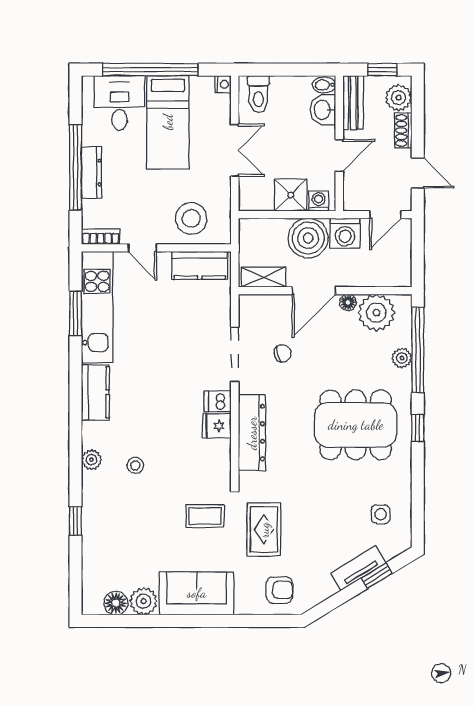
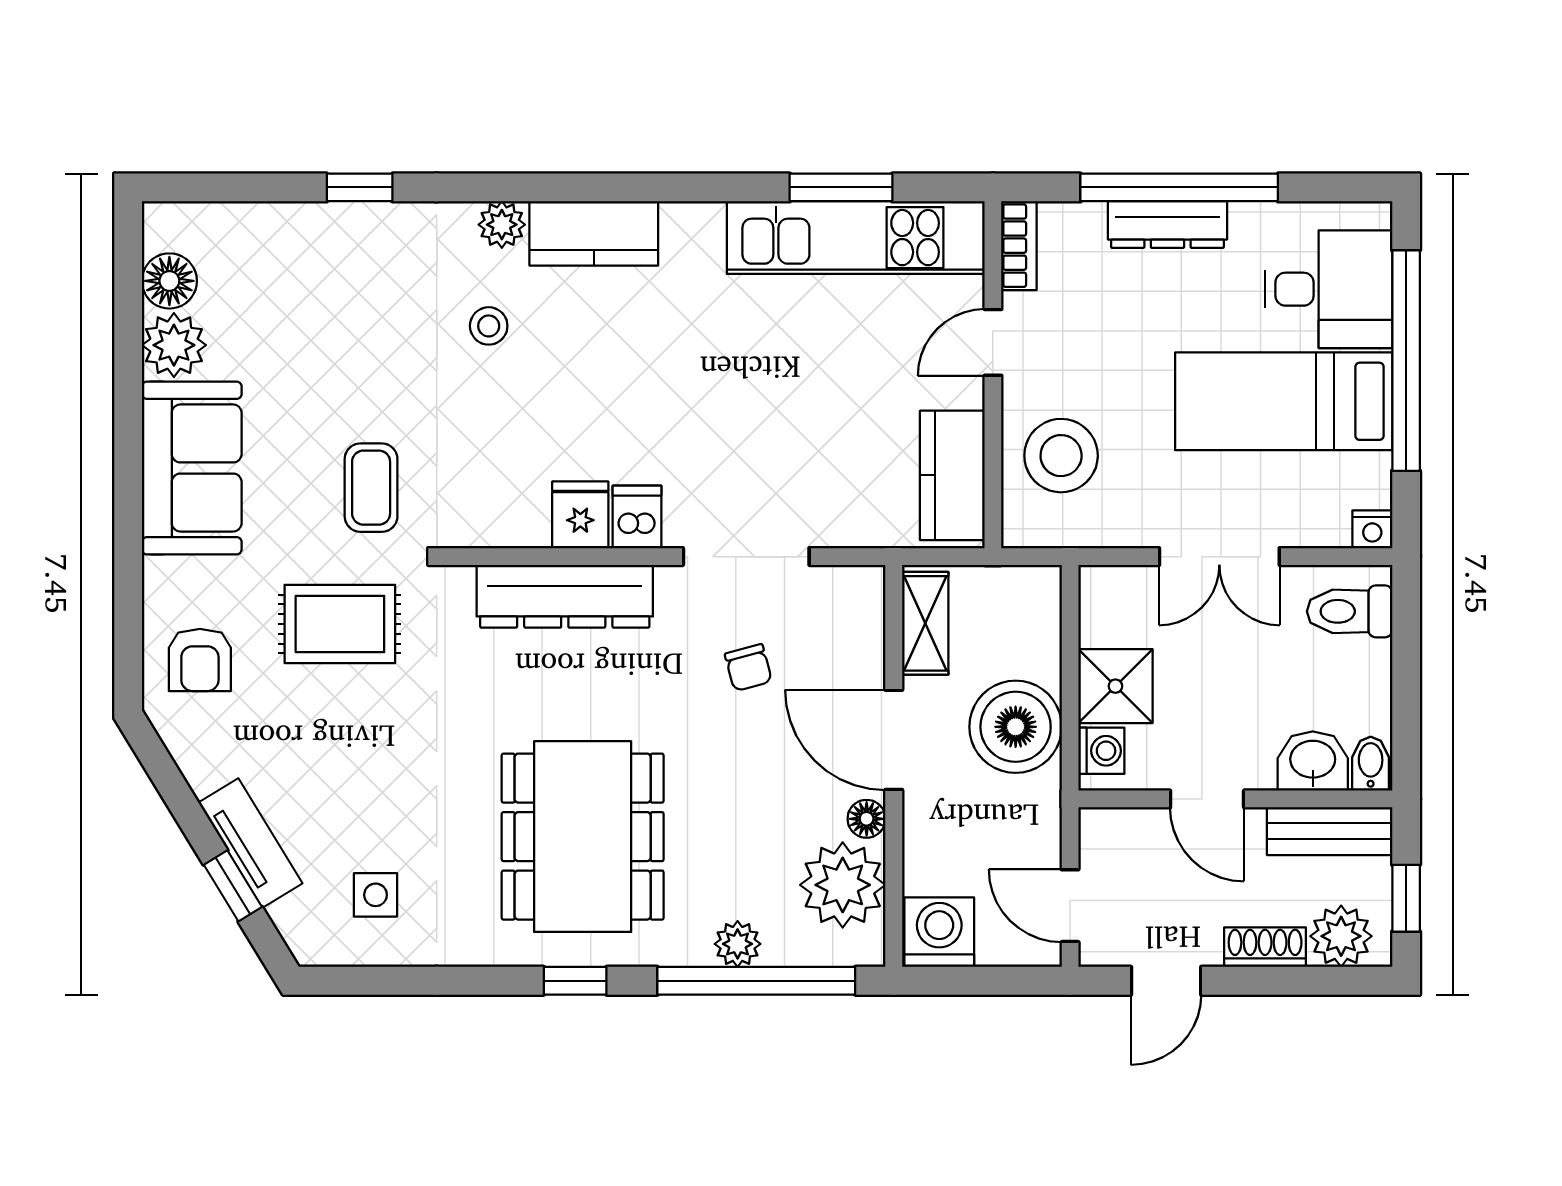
washing machine: (345, 233) -> (939, 932), moved, turned 90
kitchen counter: (95, 392) -> (594, 233), moved

